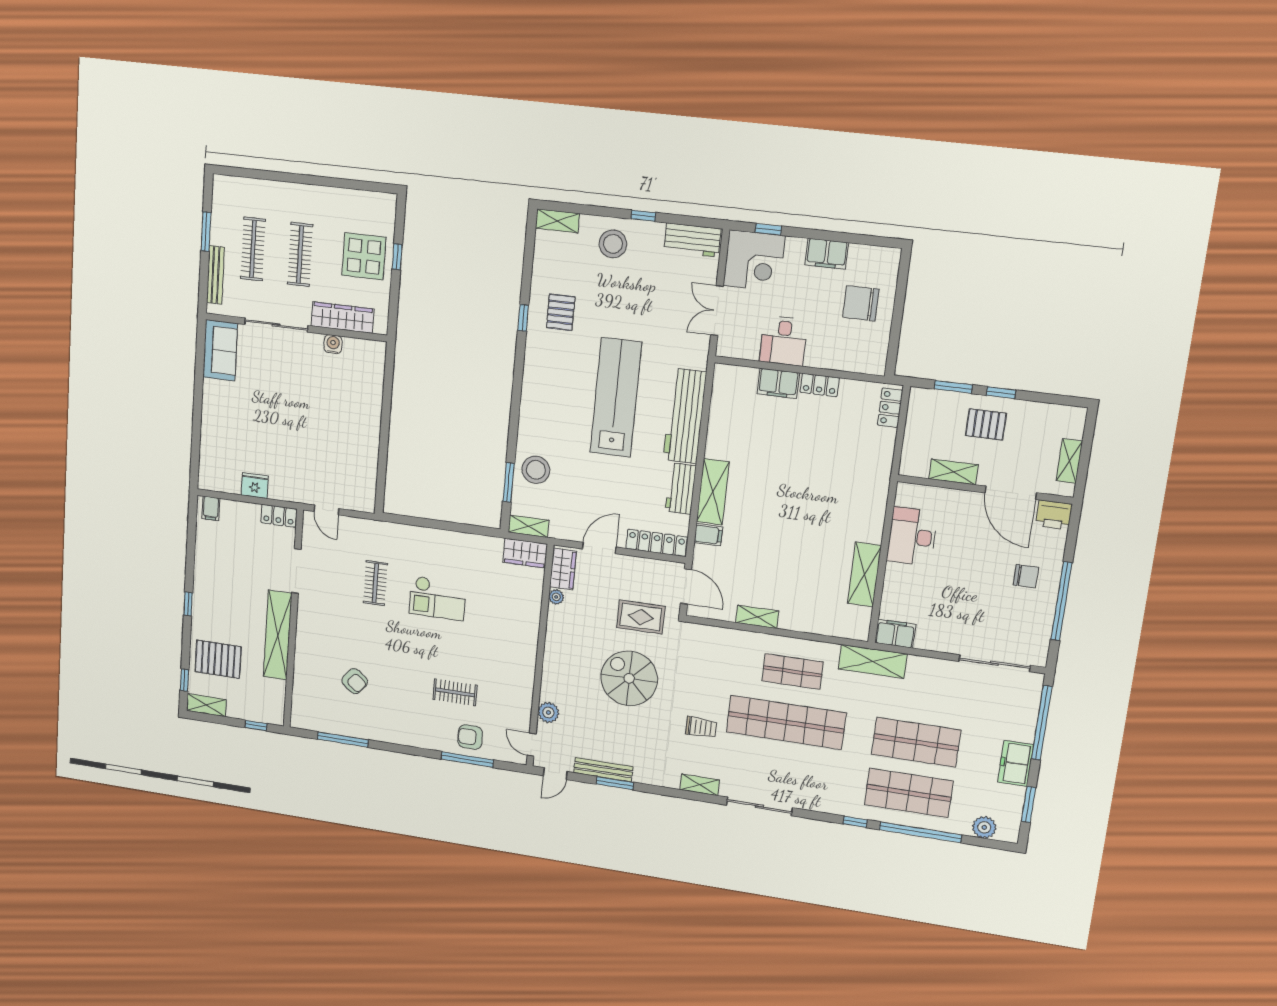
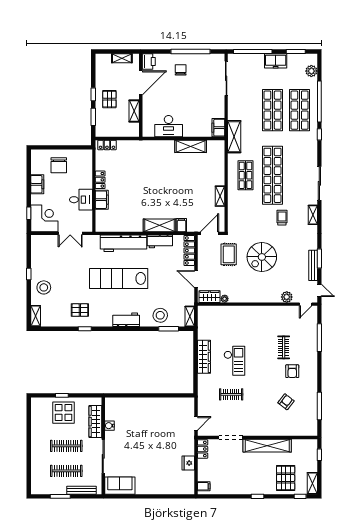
workbench: (692, 240) -> (126, 320), moved, turned -90
wardrobe: (525, 553) -> (204, 357), moved, width x1.50
armchair: (470, 737) -> (292, 371), moved

